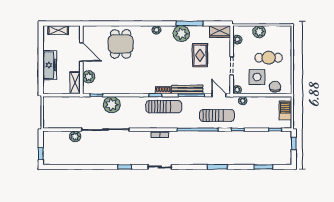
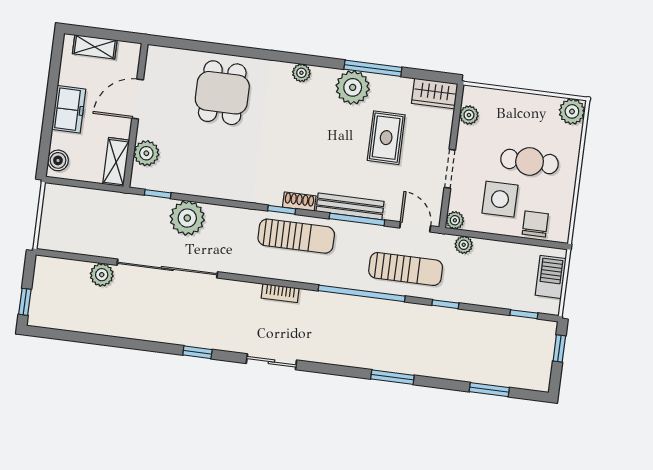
plant: (259, 32) -> (572, 111), moved
door: (81, 52) -> (138, 99), swing flipped
freezer: (50, 65) -> (69, 109), width x0.71
boiler: (48, 85) -> (58, 160), added

